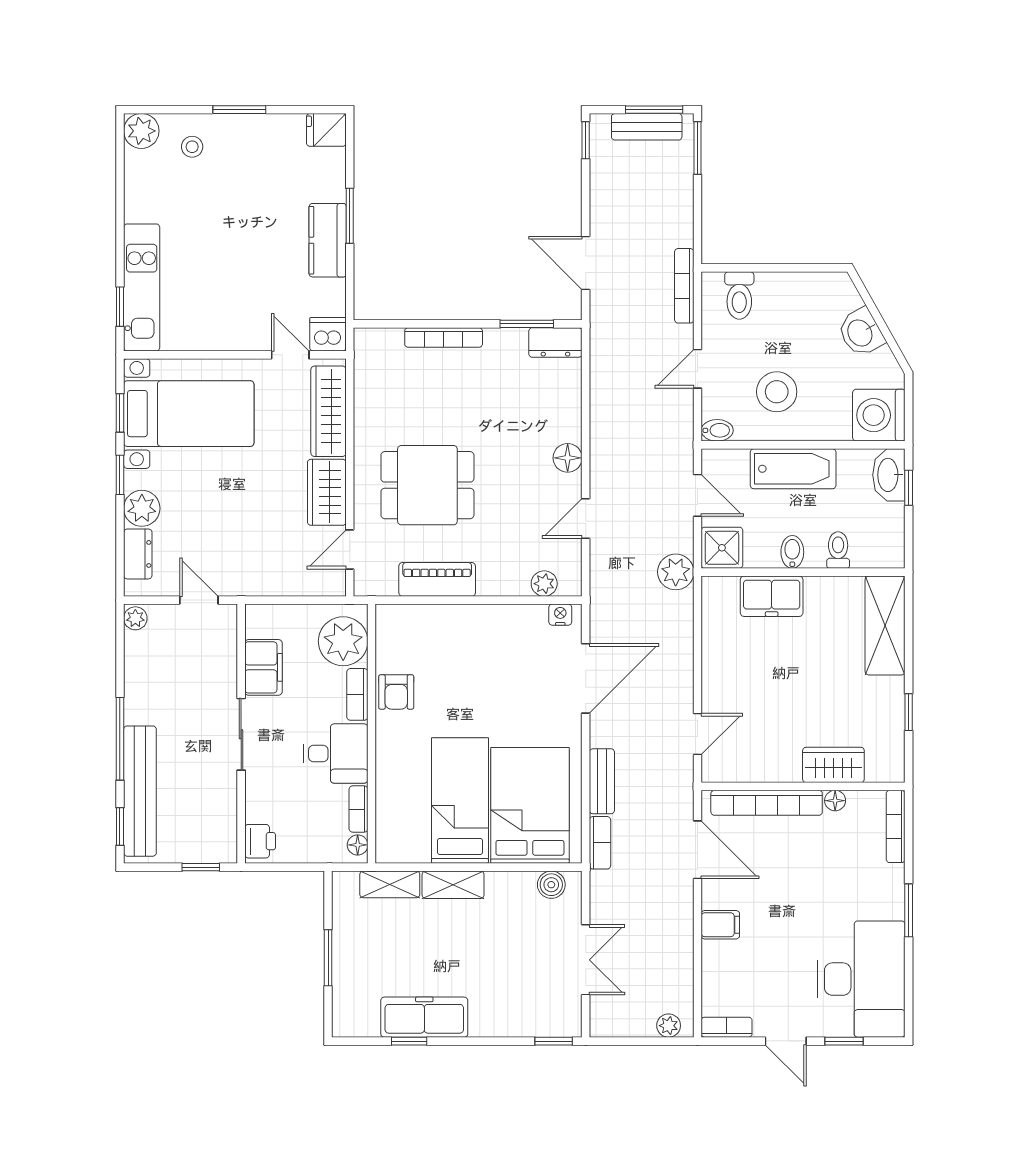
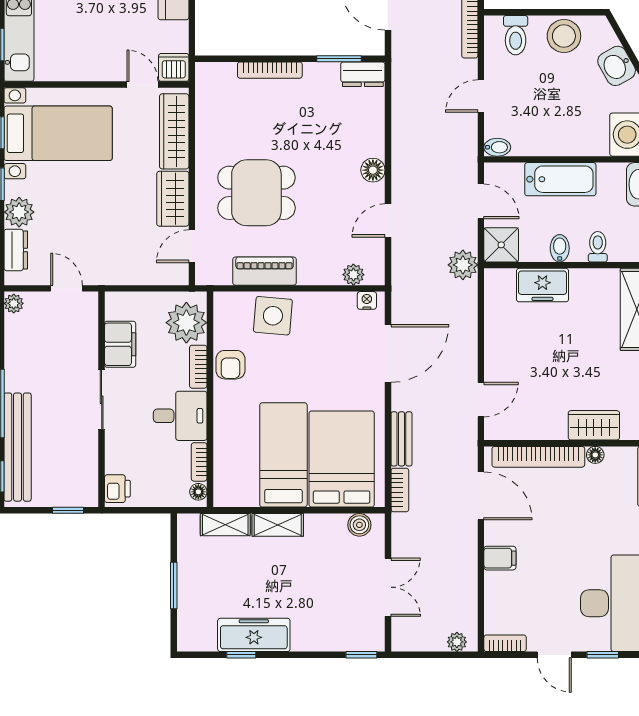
stool: (777, 392) -> (564, 36), moved
side table: (447, 633) -> (273, 316), added

